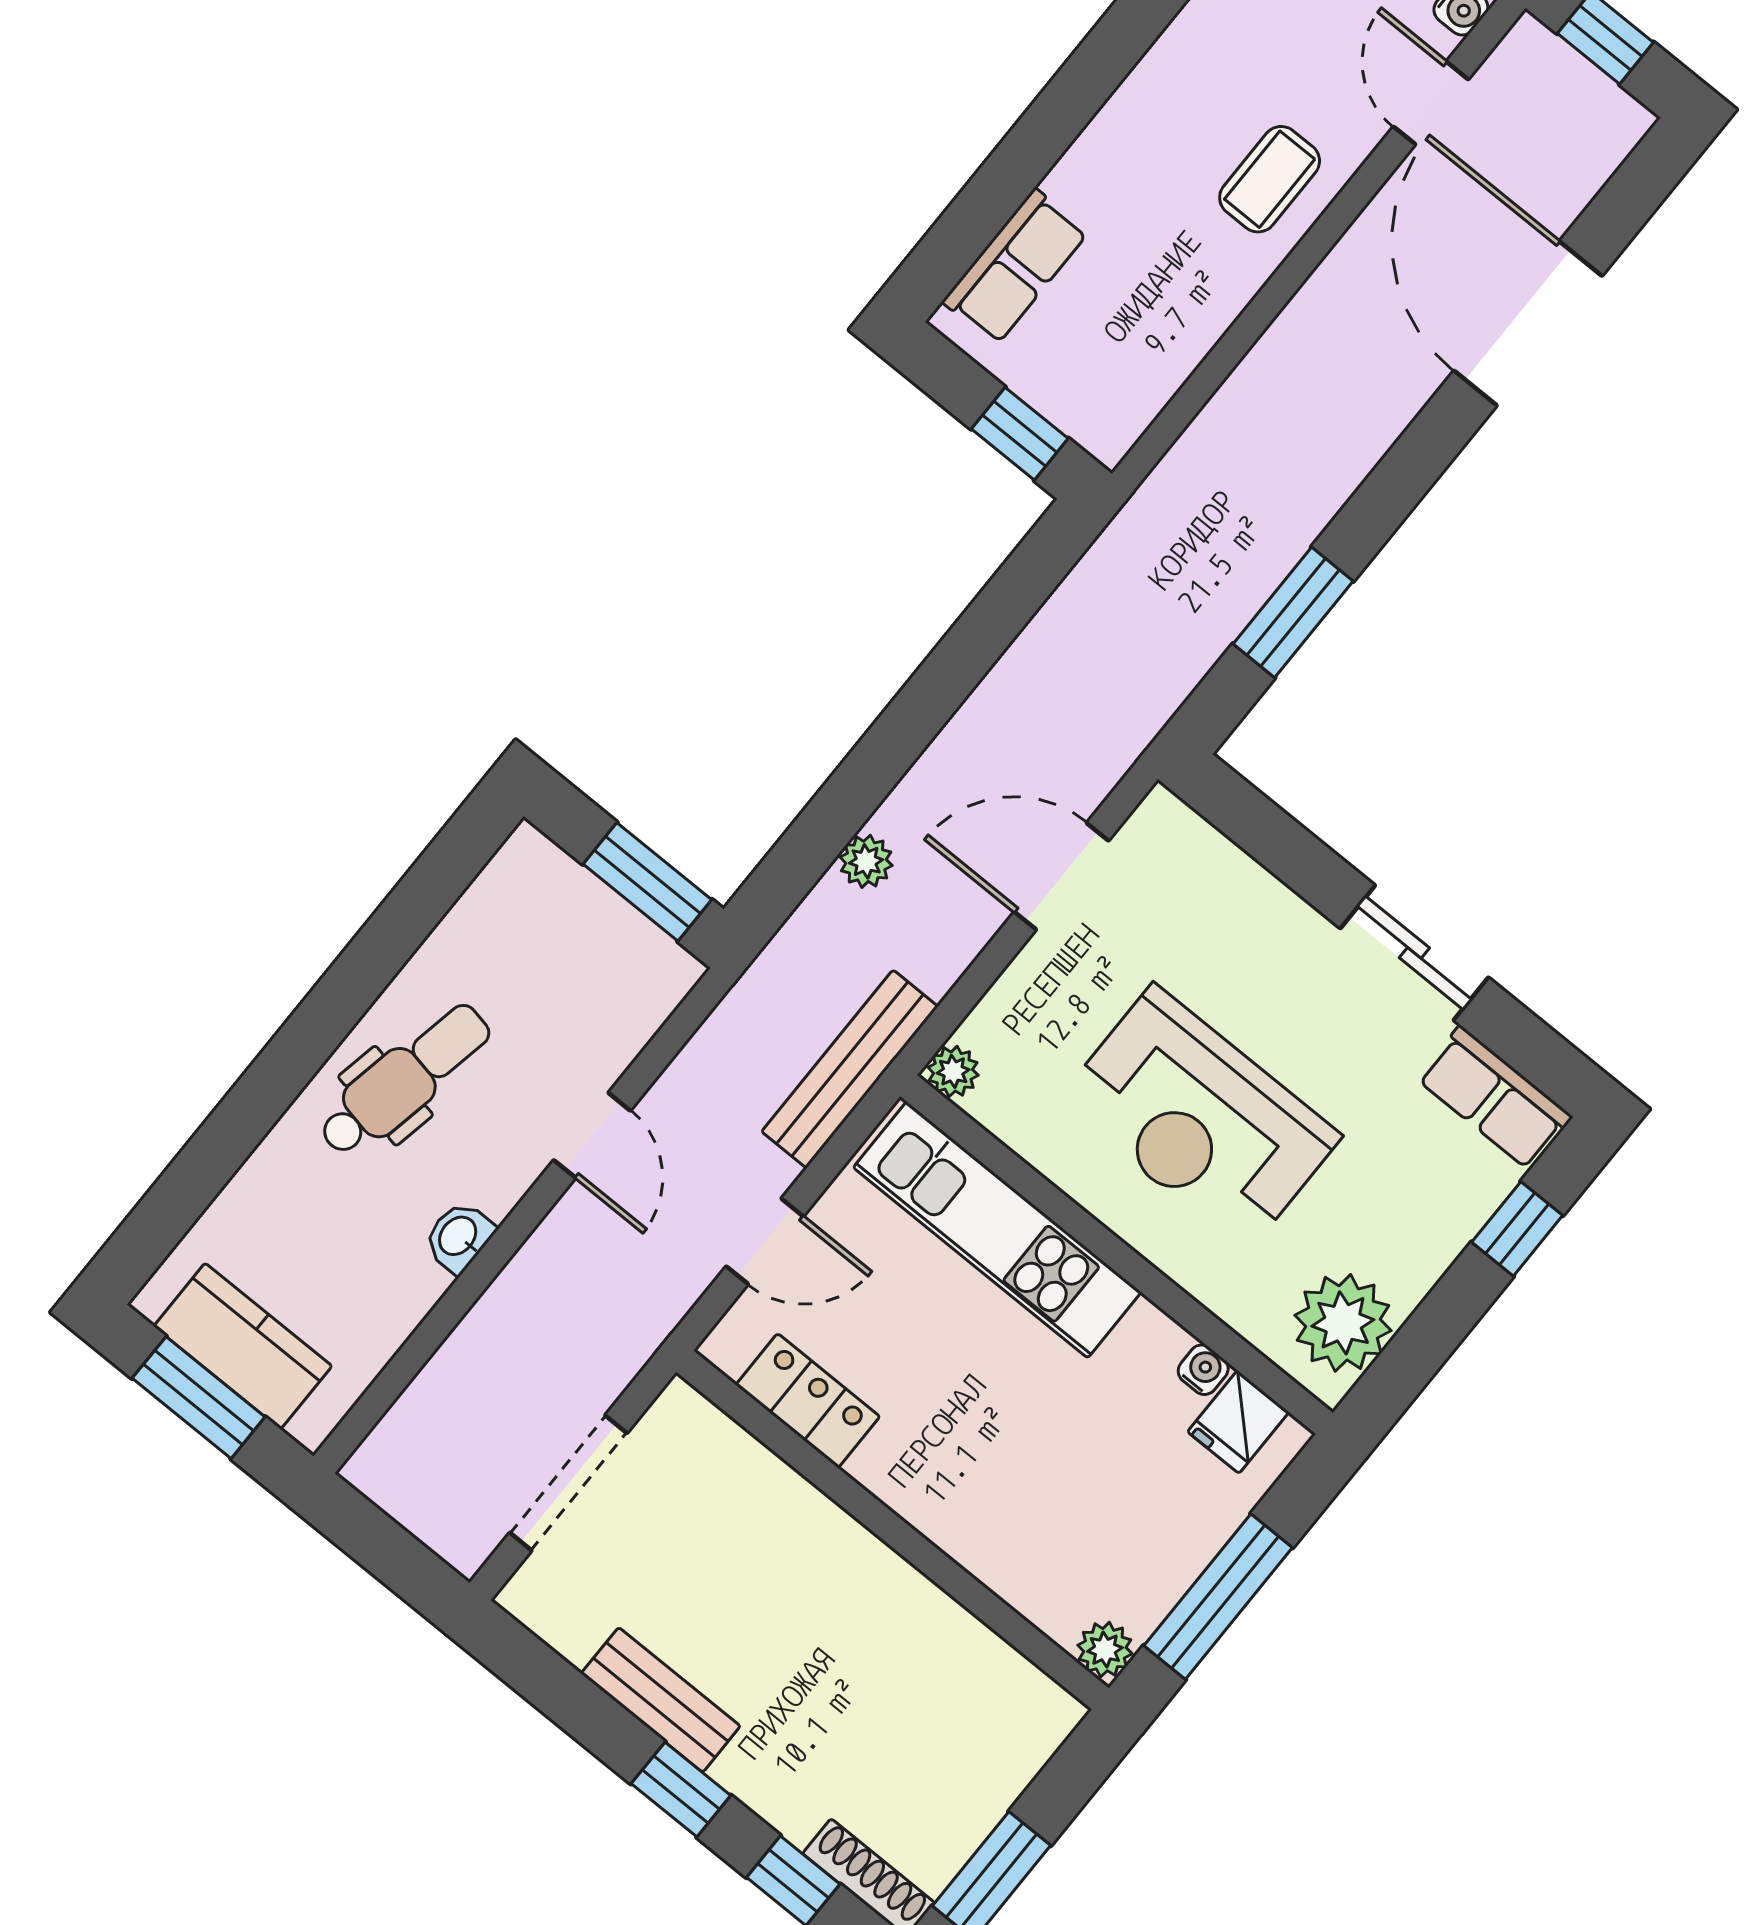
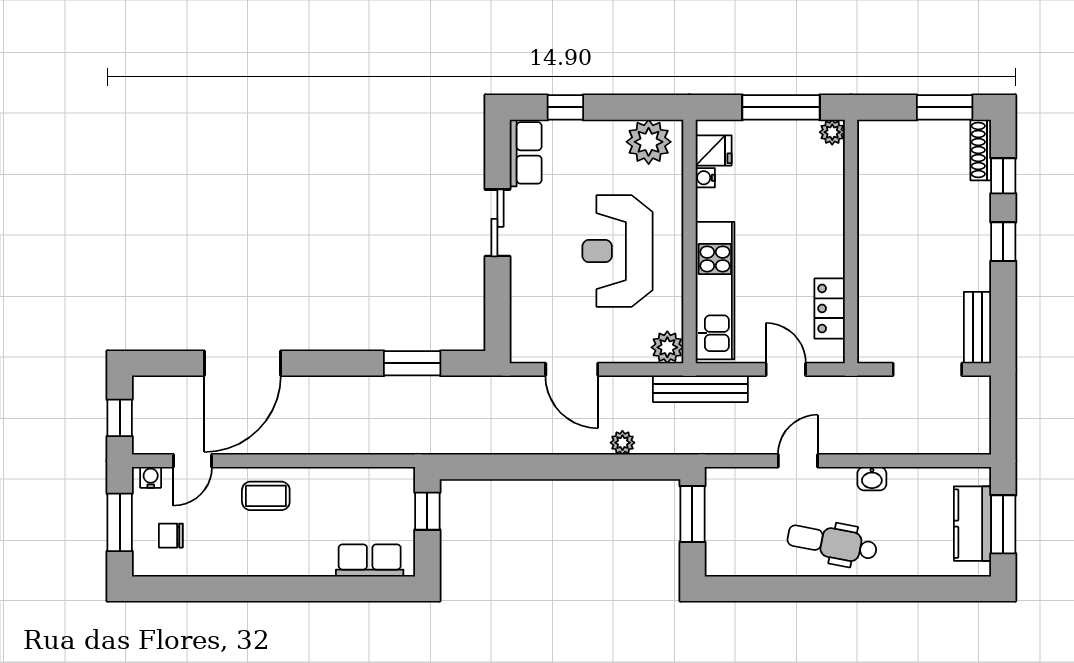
plant: (953, 1071) -> (667, 347), width x1.38, depth x1.38
reception desk: (1200, 1118) -> (617, 251), turned 180
bench: (661, 1700) -> (977, 328), moved

